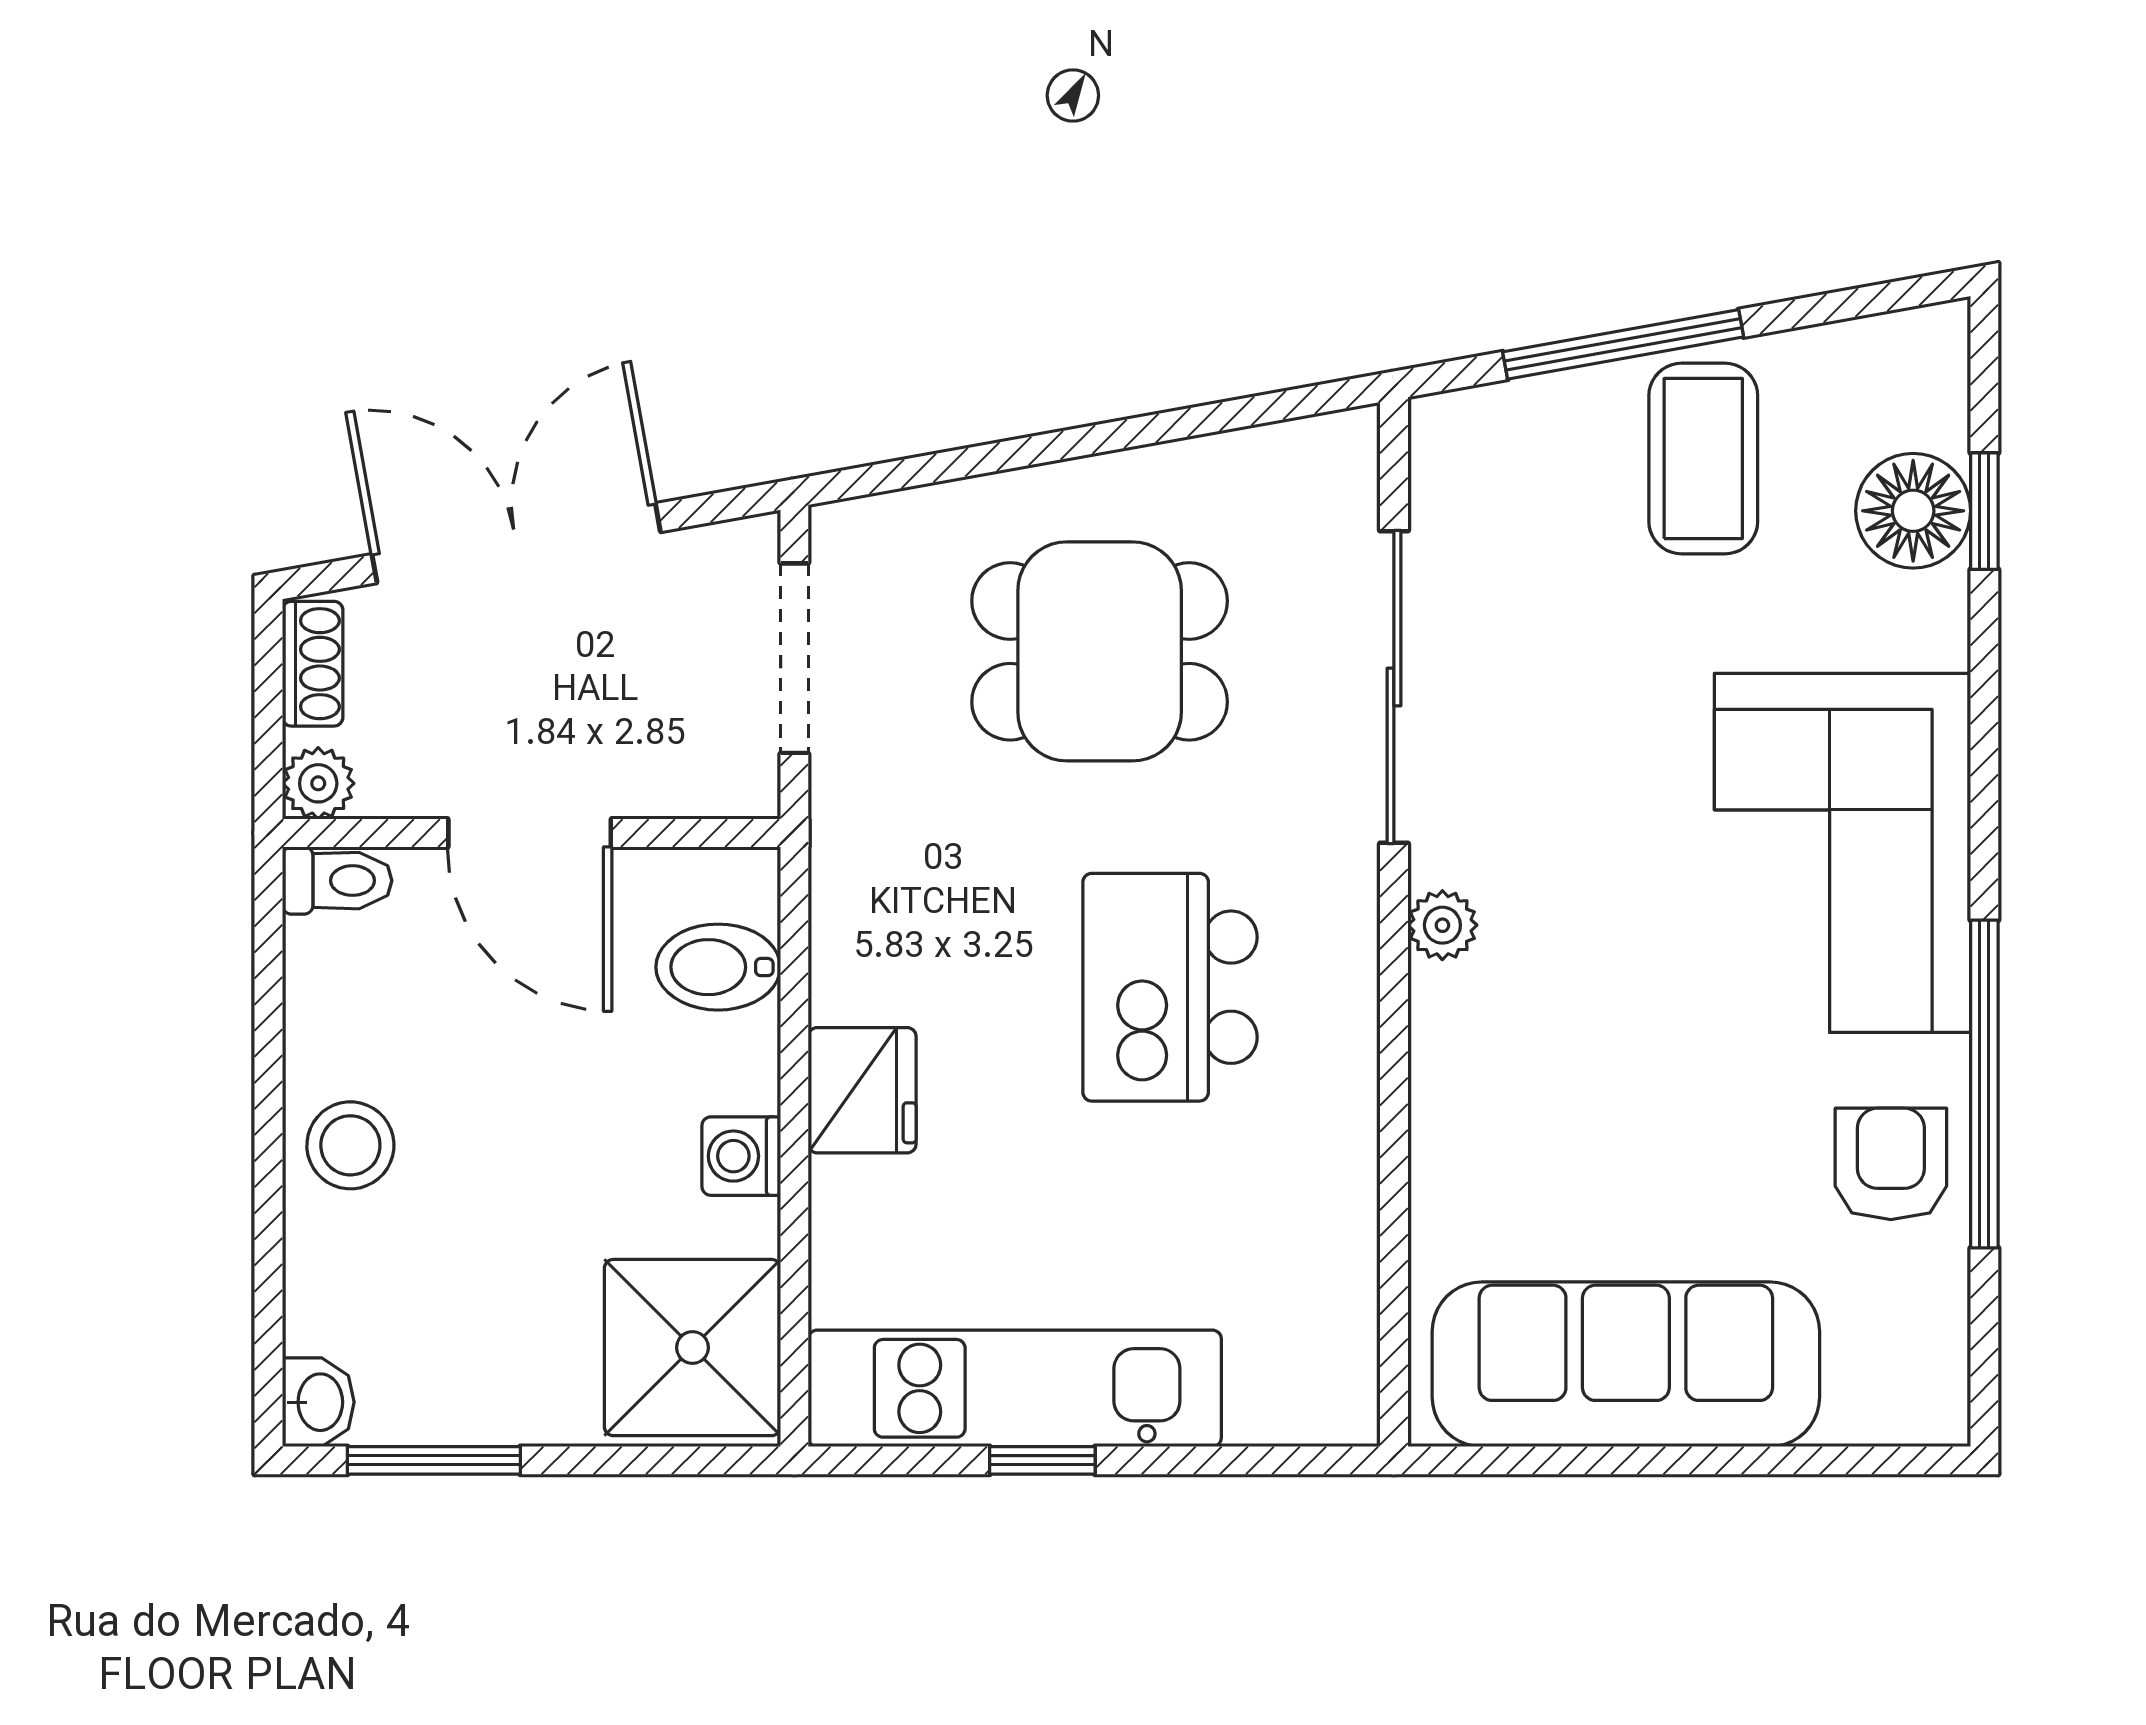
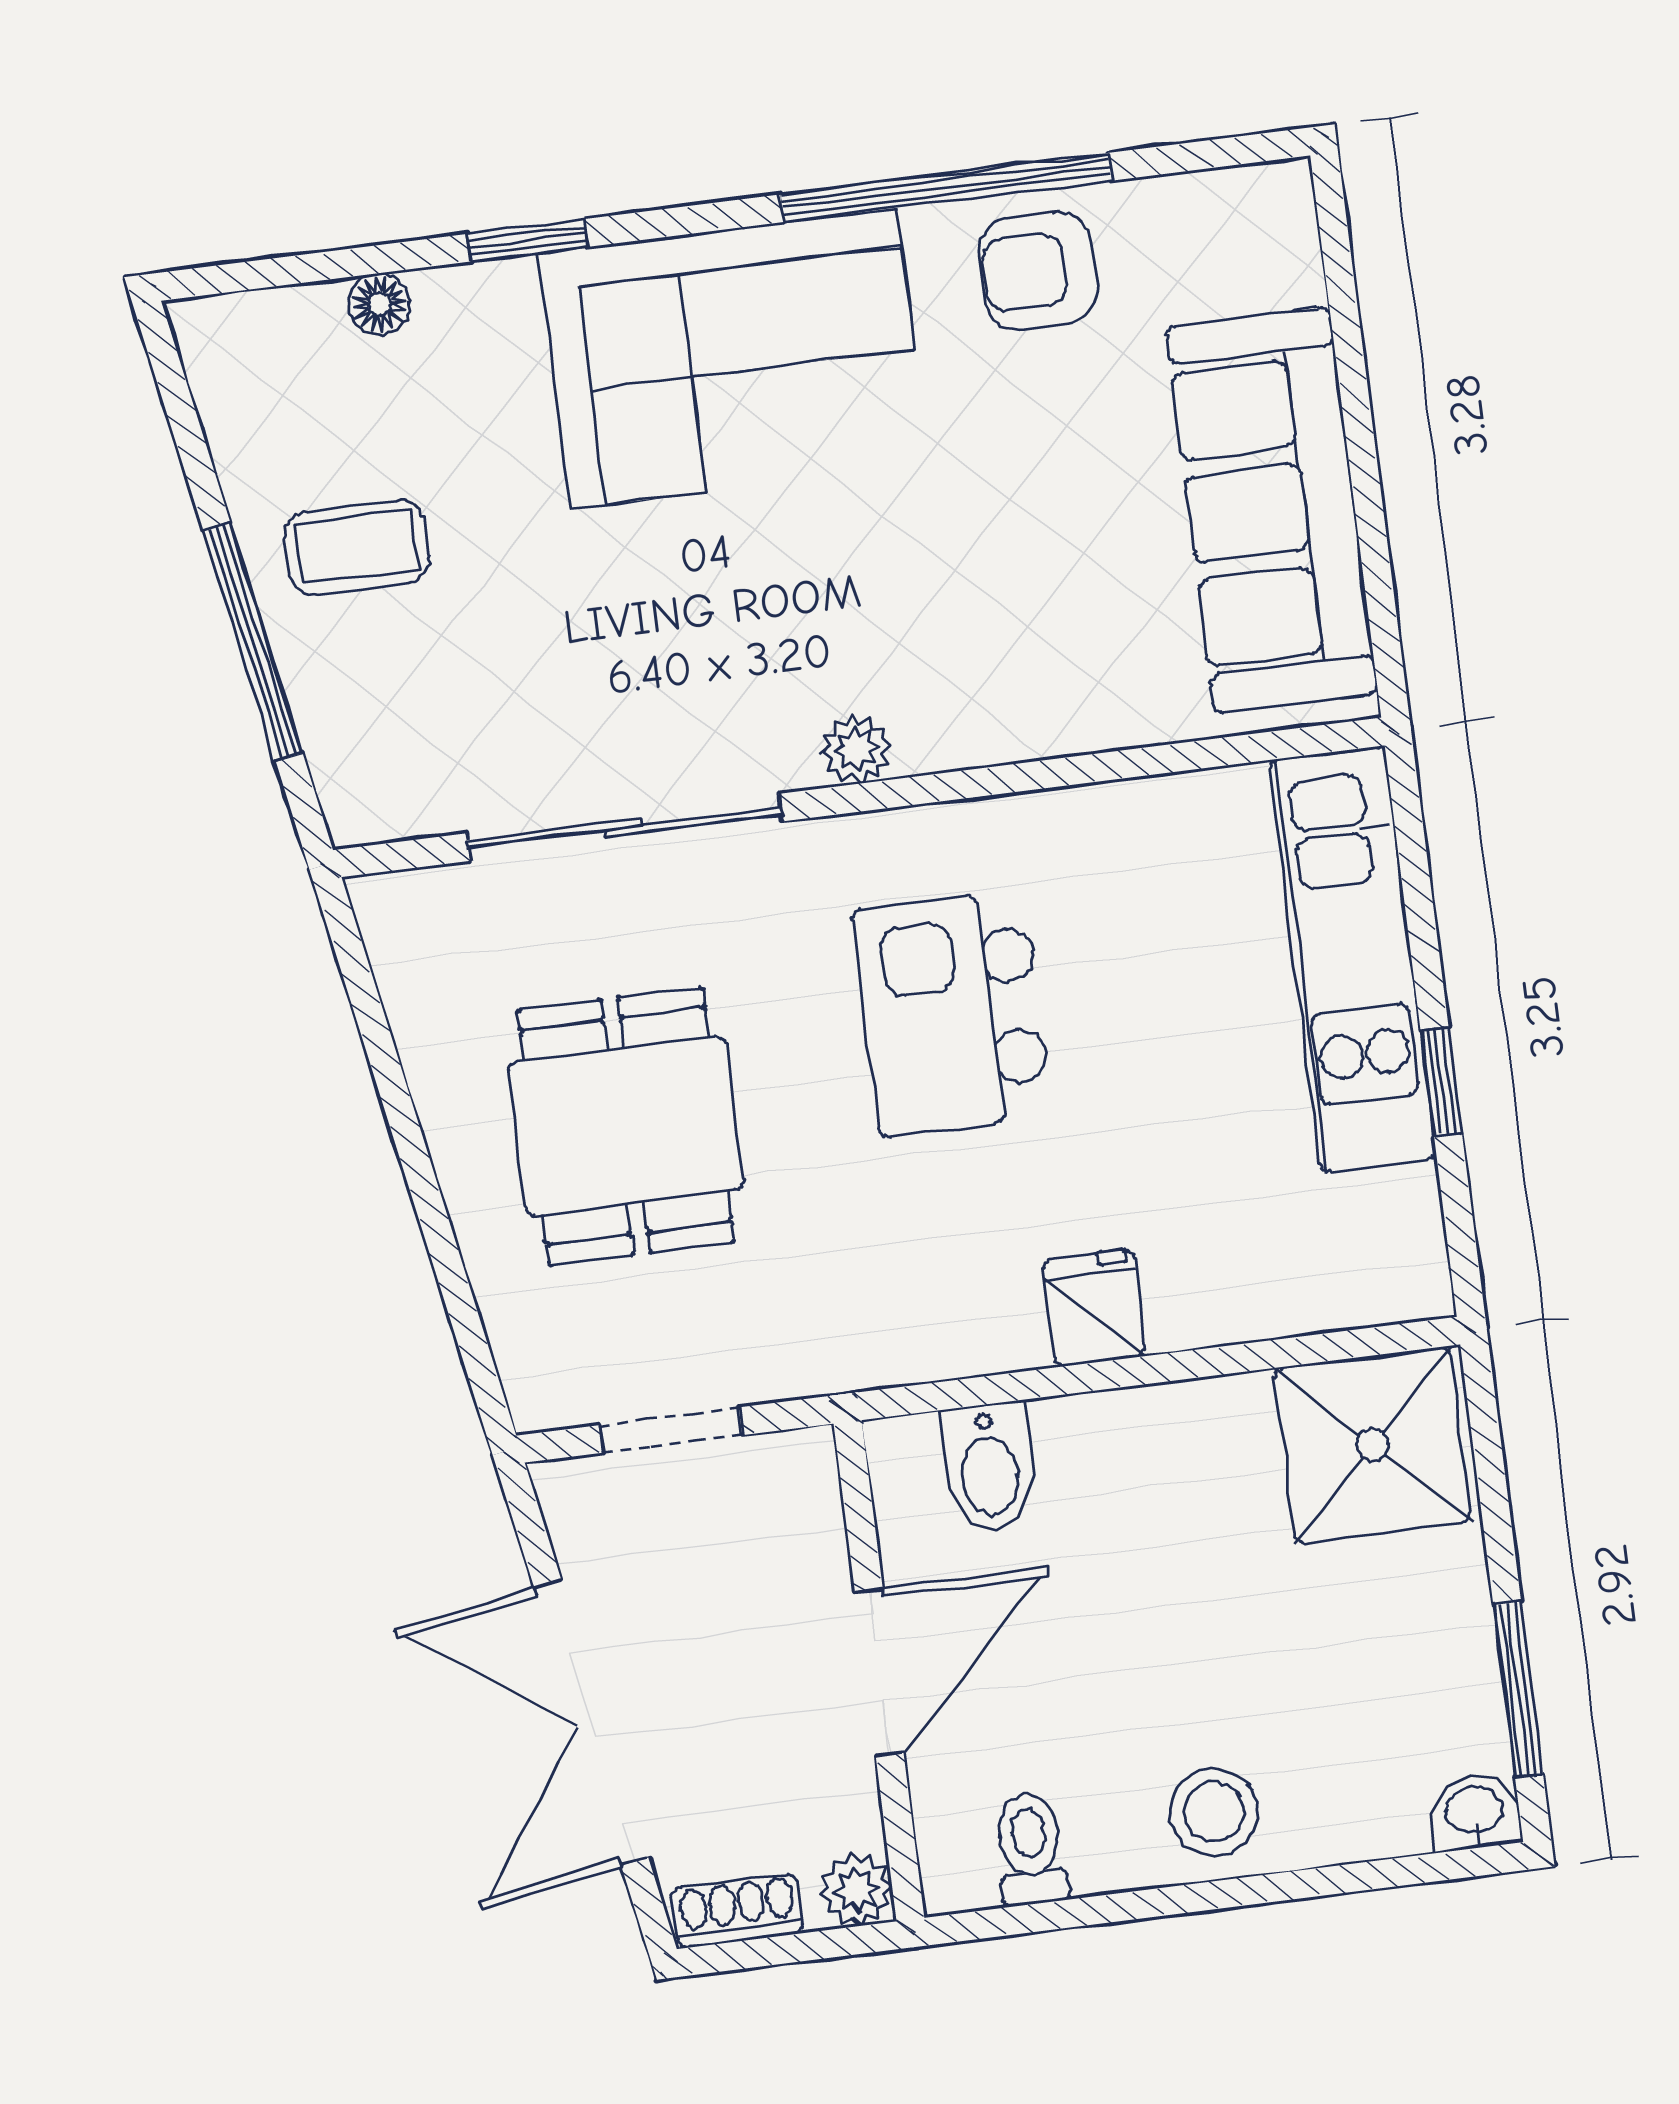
coffee table: (1703, 459) -> (357, 547), width x0.73, depth x0.77
floor lamp: (1913, 511) -> (379, 304), width x0.53, depth x0.53
window: (1984, 511) -> (528, 240), moved
doorway: (794, 658) -> (671, 1430), width x0.73
toilet: (337, 881) -> (1030, 1849), moved
kitchen island: (1170, 987) -> (952, 1013), turned 90
fridge: (862, 1090) -> (1094, 1308), width x0.72
washing machine: (741, 1156) -> (1175, 1420), removed
kitchen unit: (1015, 1388) -> (1353, 959), moved

